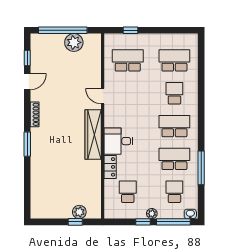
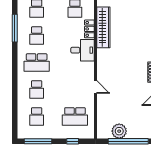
window: (173, 30) -> (38, 141), added
school desk: (174, 60) -> (37, 116), width x0.54
wardrobe: (93, 134) -> (103, 27), moved
school desk: (174, 159) -> (37, 36), width x0.54

